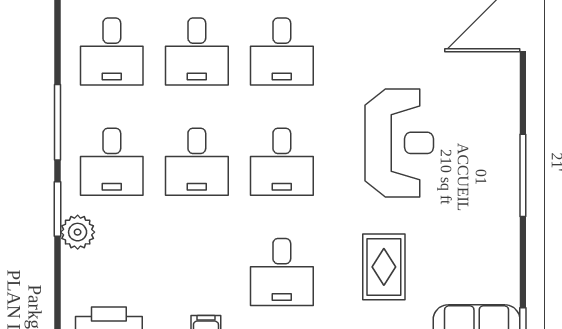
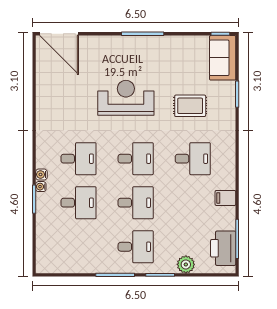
desk: (112, 51) -> (79, 247), removed
plant: (78, 232) -> (186, 264), moved

